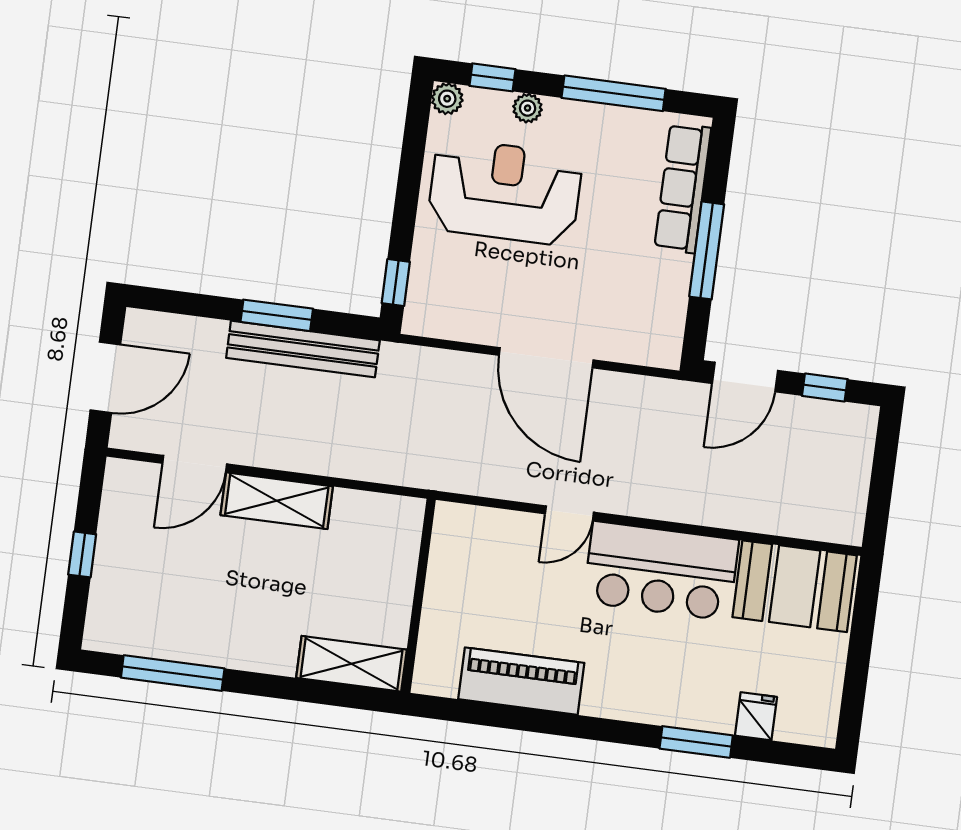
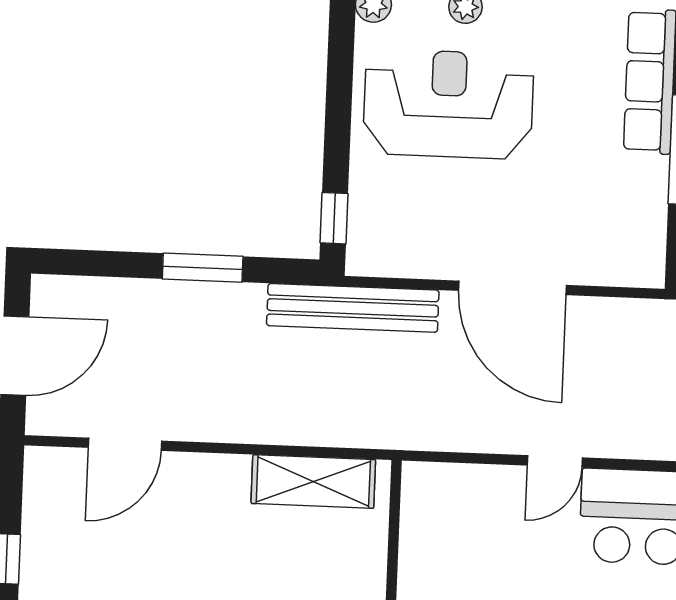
bench: (303, 349) -> (353, 308), moved
shelving: (277, 501) -> (313, 481), moved

